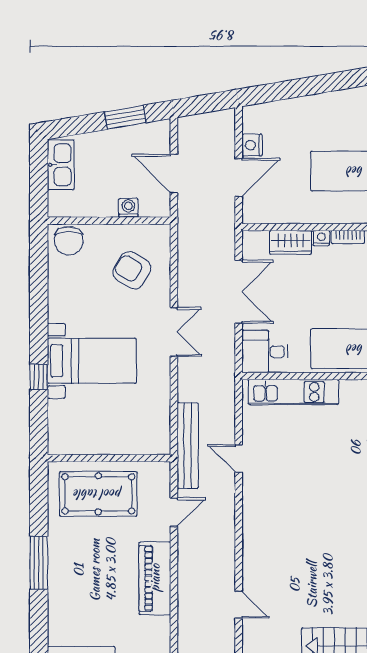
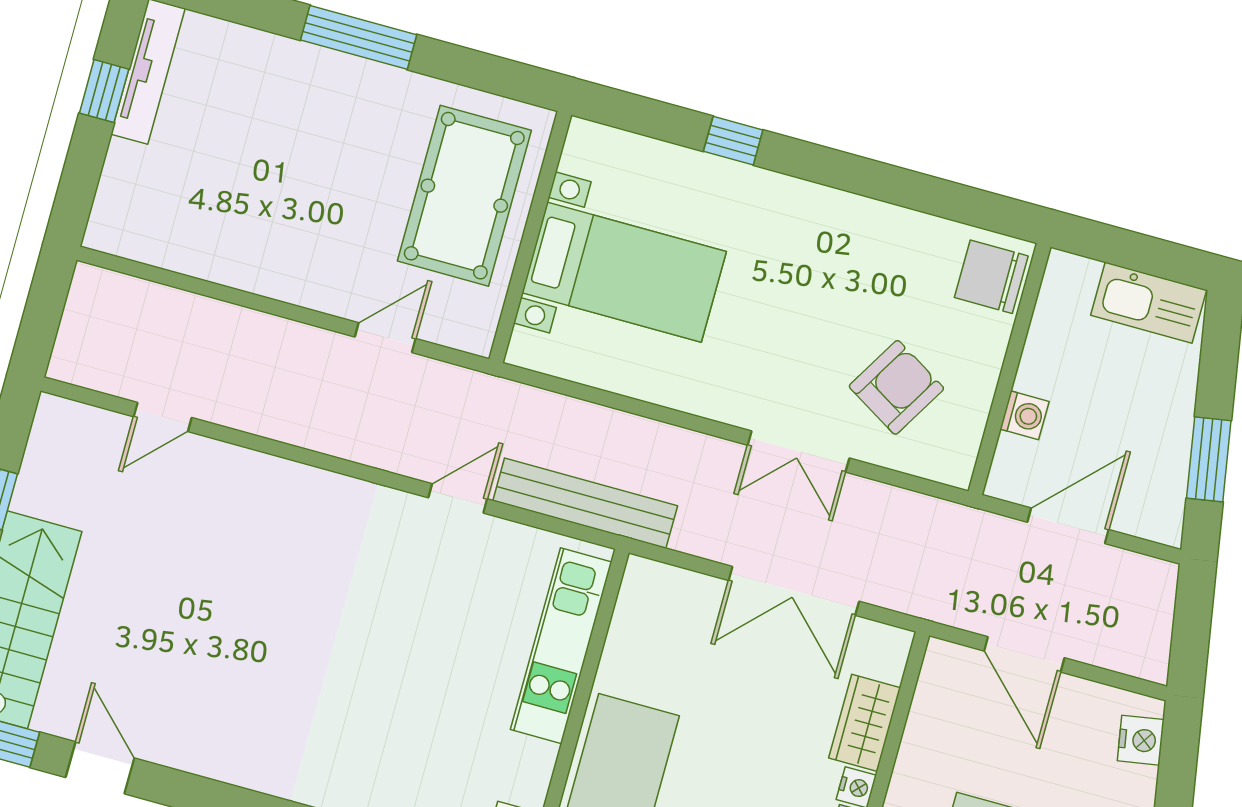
nightstand: (252, 145) -> (1141, 740), moved, turned 80
double door: (174, 332) -> (798, 452), moved
desk: (265, 352) -> (659, 611), removed
bed with nightstands: (92, 361) -> (624, 272), moved, turned -90
bench: (188, 446) -> (585, 503), moved
door: (174, 512) -> (385, 338), swing flipped
piano: (155, 578) -> (262, 262), removed

